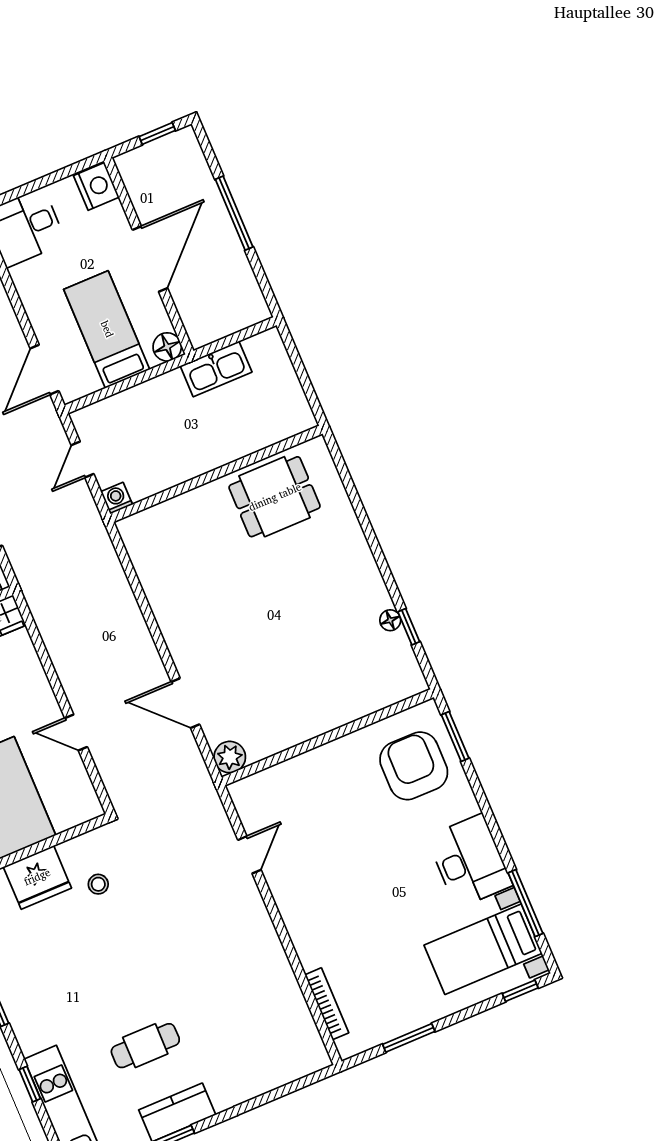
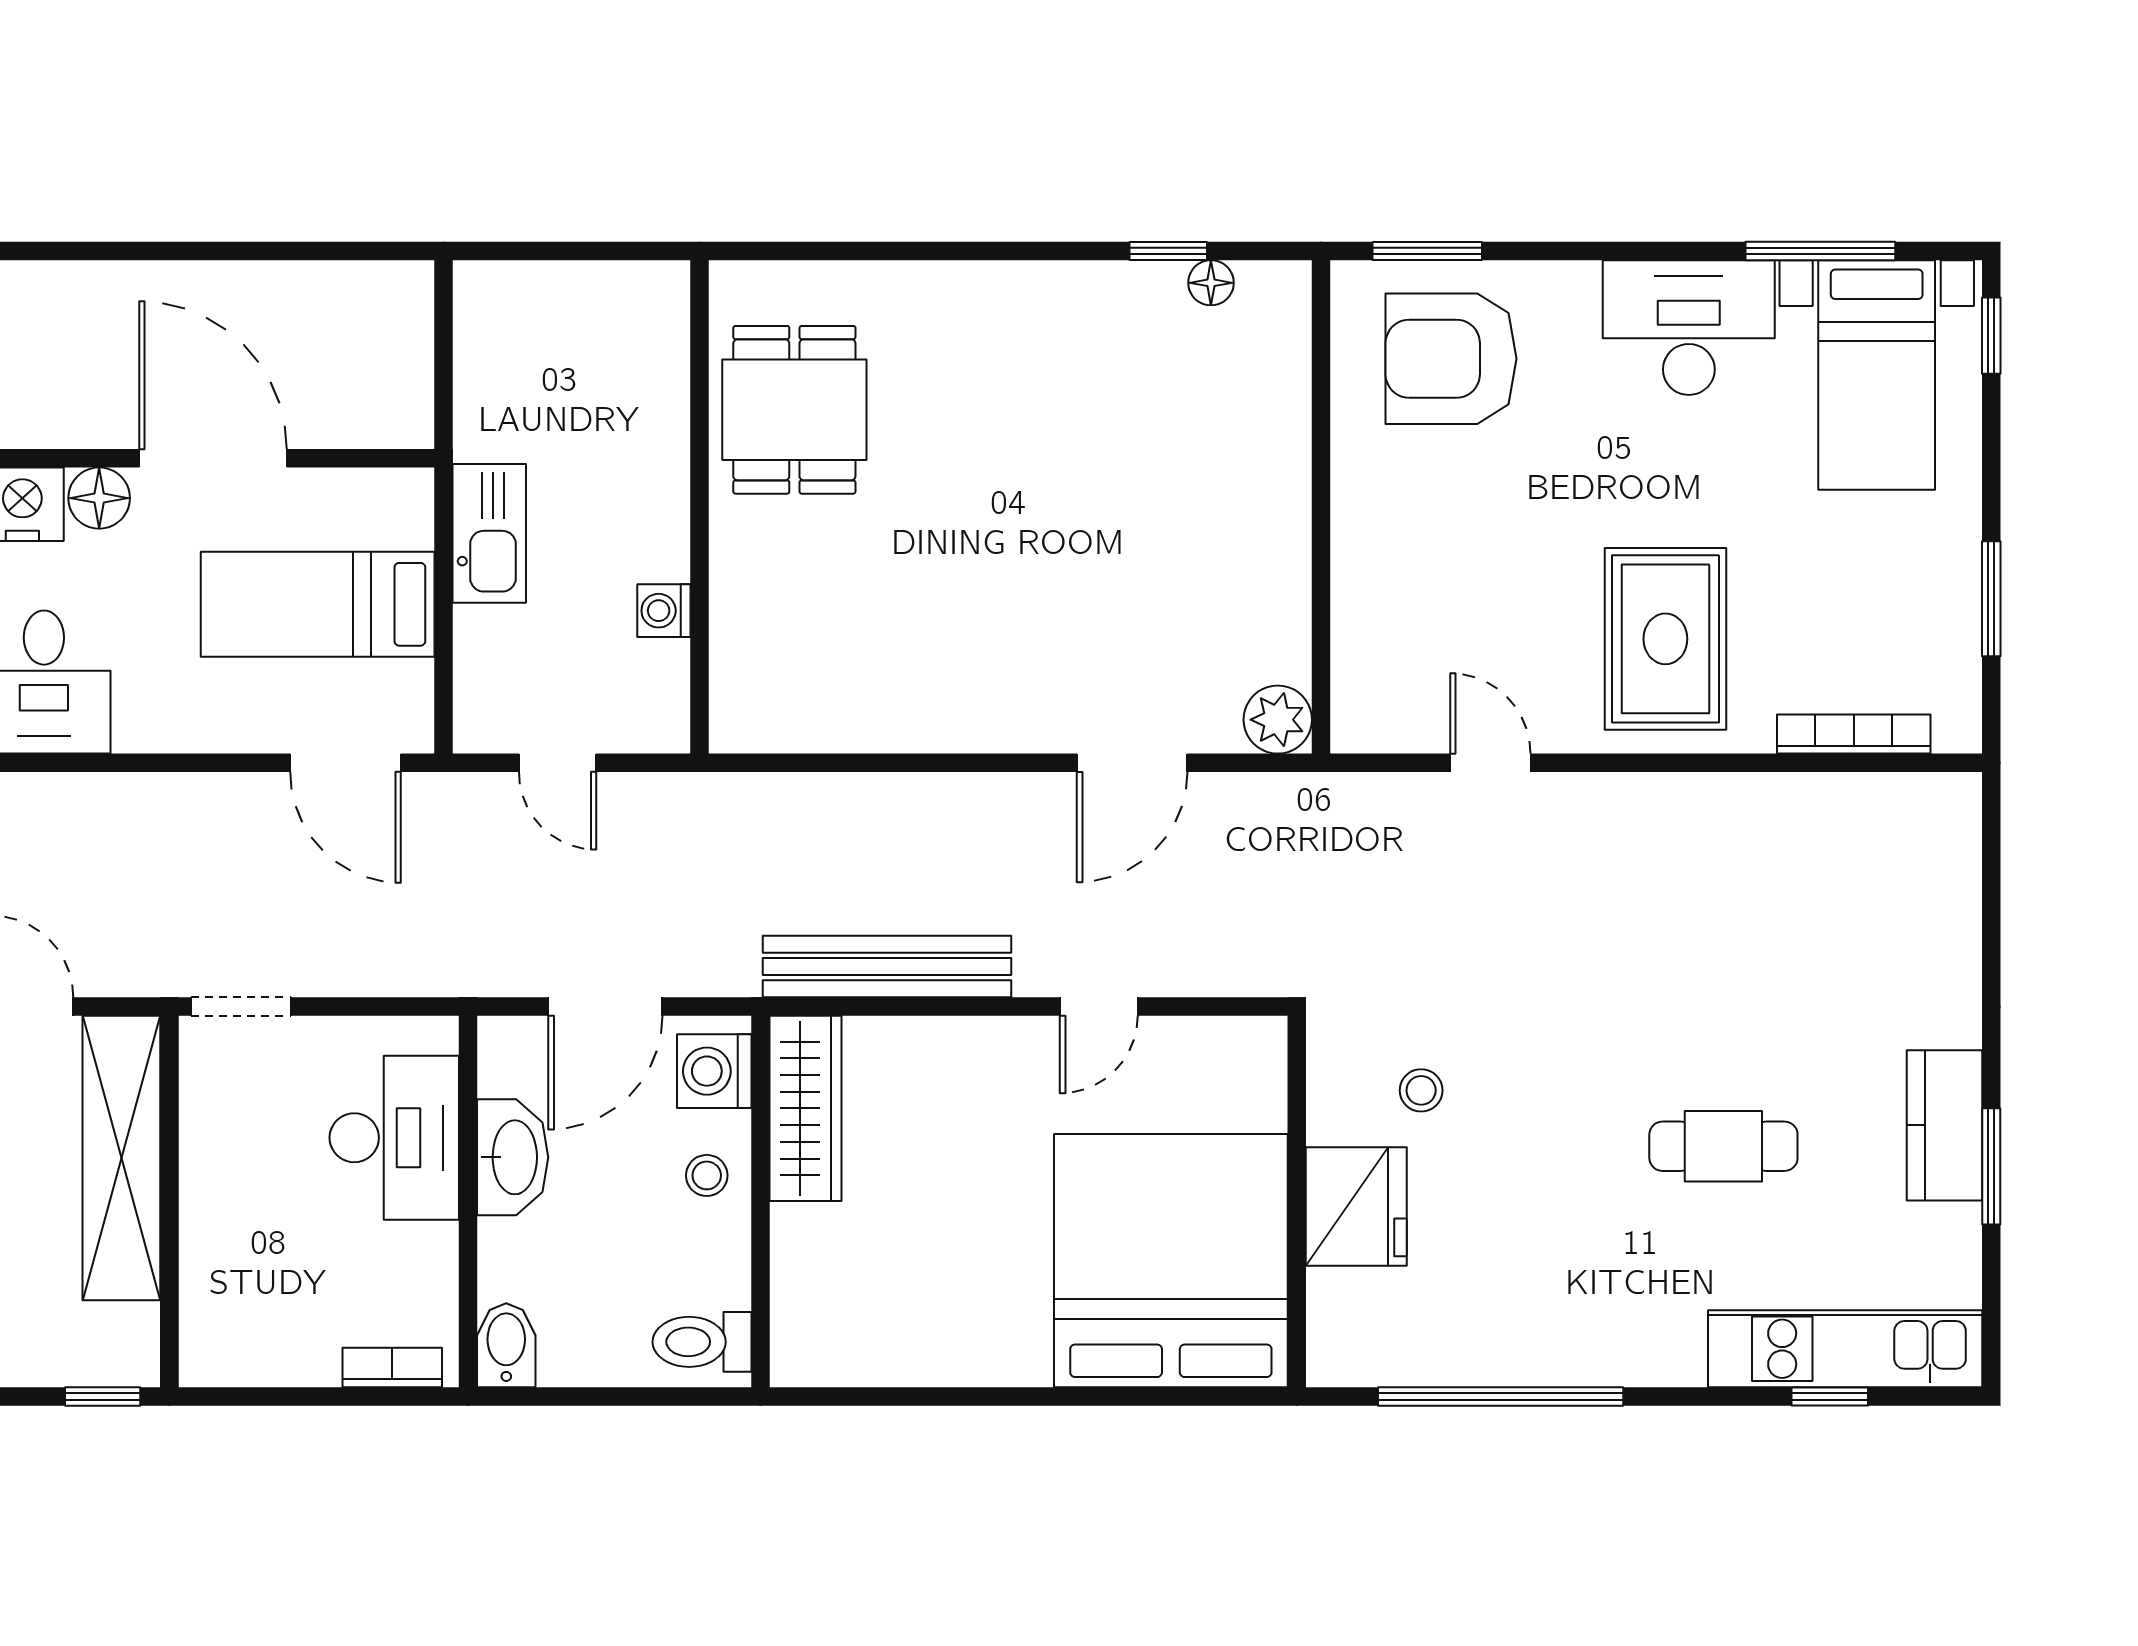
window: (234, 213) -> (193, 251), removed
floor lamp: (167, 347) -> (99, 498), moved
kitchen sink: (216, 369) -> (489, 533), moved
washing machine: (117, 498) -> (664, 611), moved
floor lamp: (390, 620) -> (1211, 283), moved
bench: (55, 636) -> (887, 967), added
rug: (333, 907) -> (1665, 639), added
cafe table: (145, 1046) -> (1723, 1146), moved, turned 90
window: (30, 1084) -> (1830, 1397), moved

